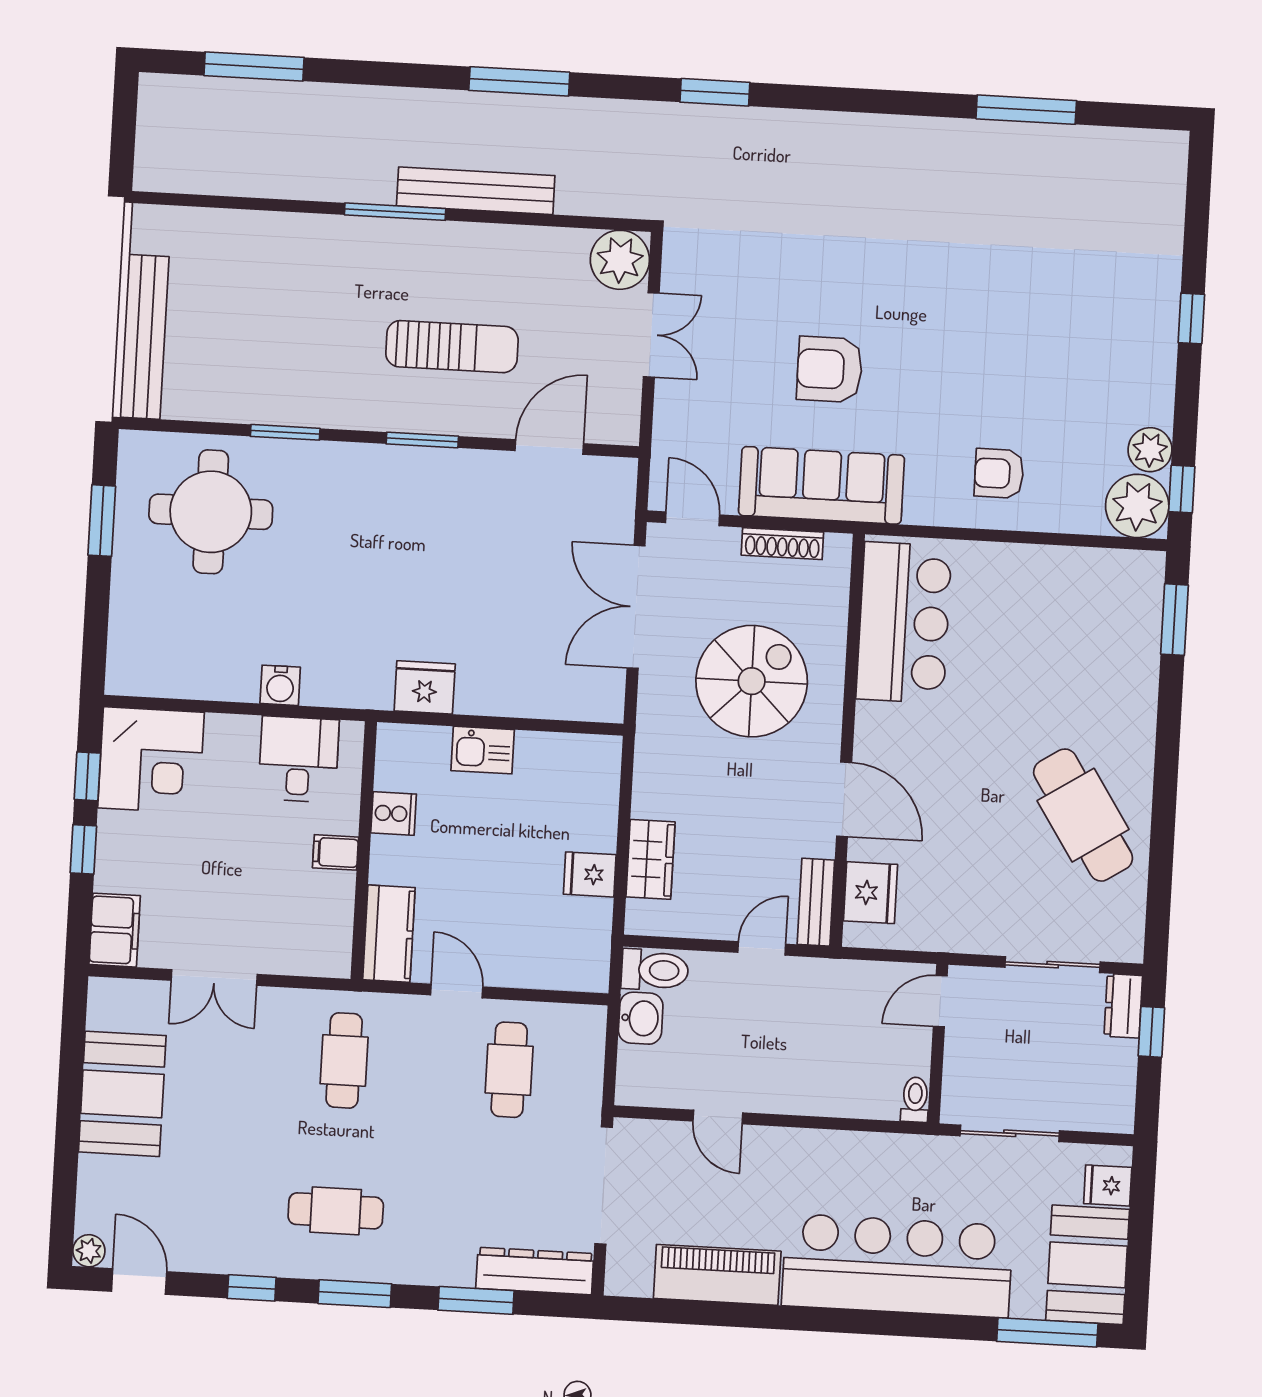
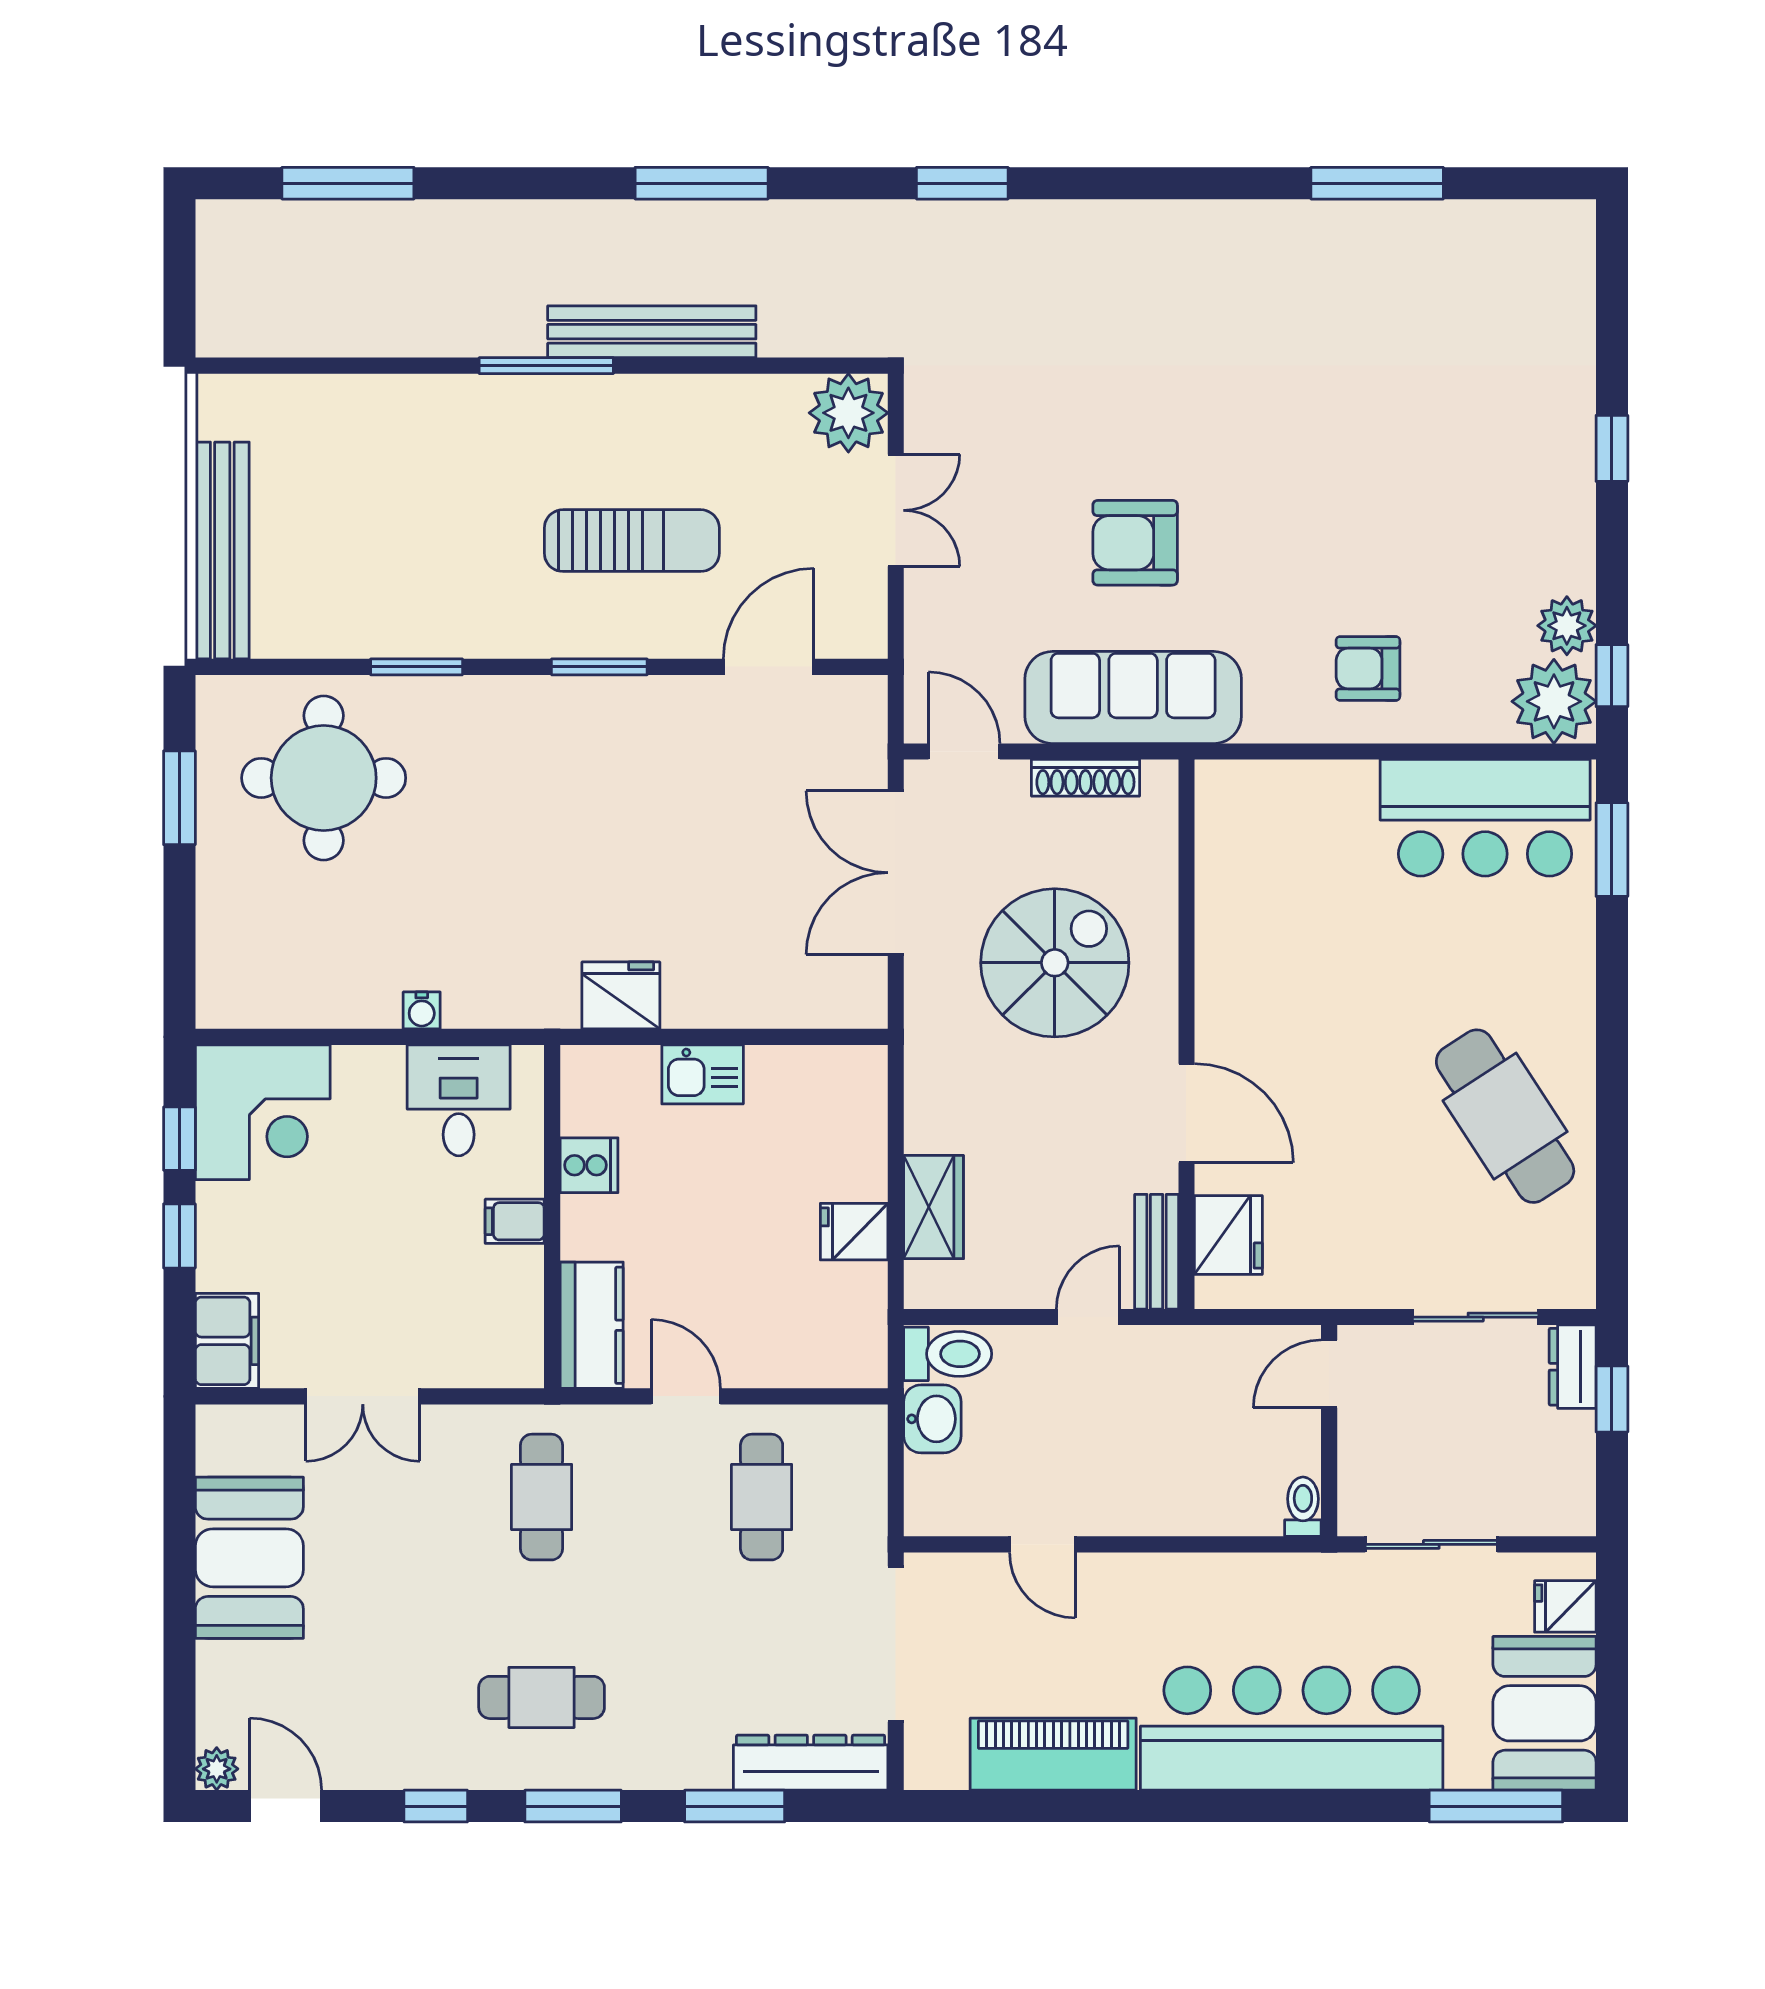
bar counter: (904, 623) -> (1485, 818), moved, turned 90
water cooler: (280, 685) -> (422, 1010), width x0.72, depth x0.72

